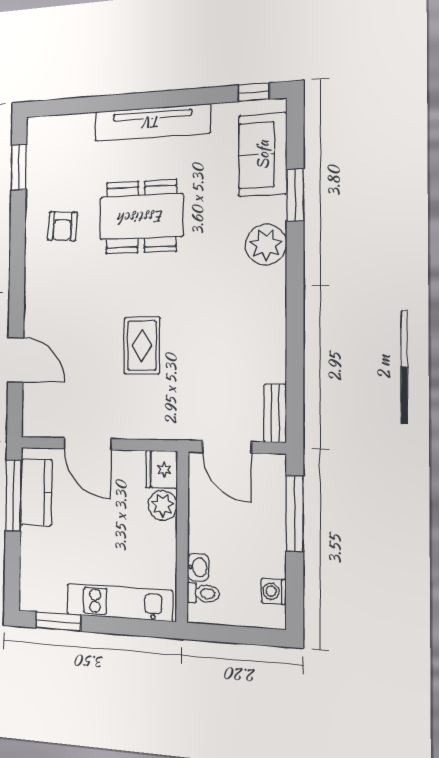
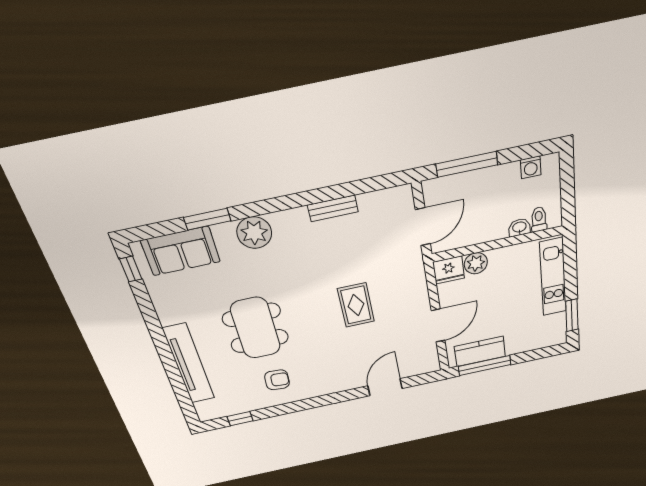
tv unit: (152, 122) -> (189, 364), moved
window: (19, 167) -> (240, 419), width x0.67
rug: (142, 346) -> (356, 305), turned 90
bench: (275, 413) -> (333, 208), moved

